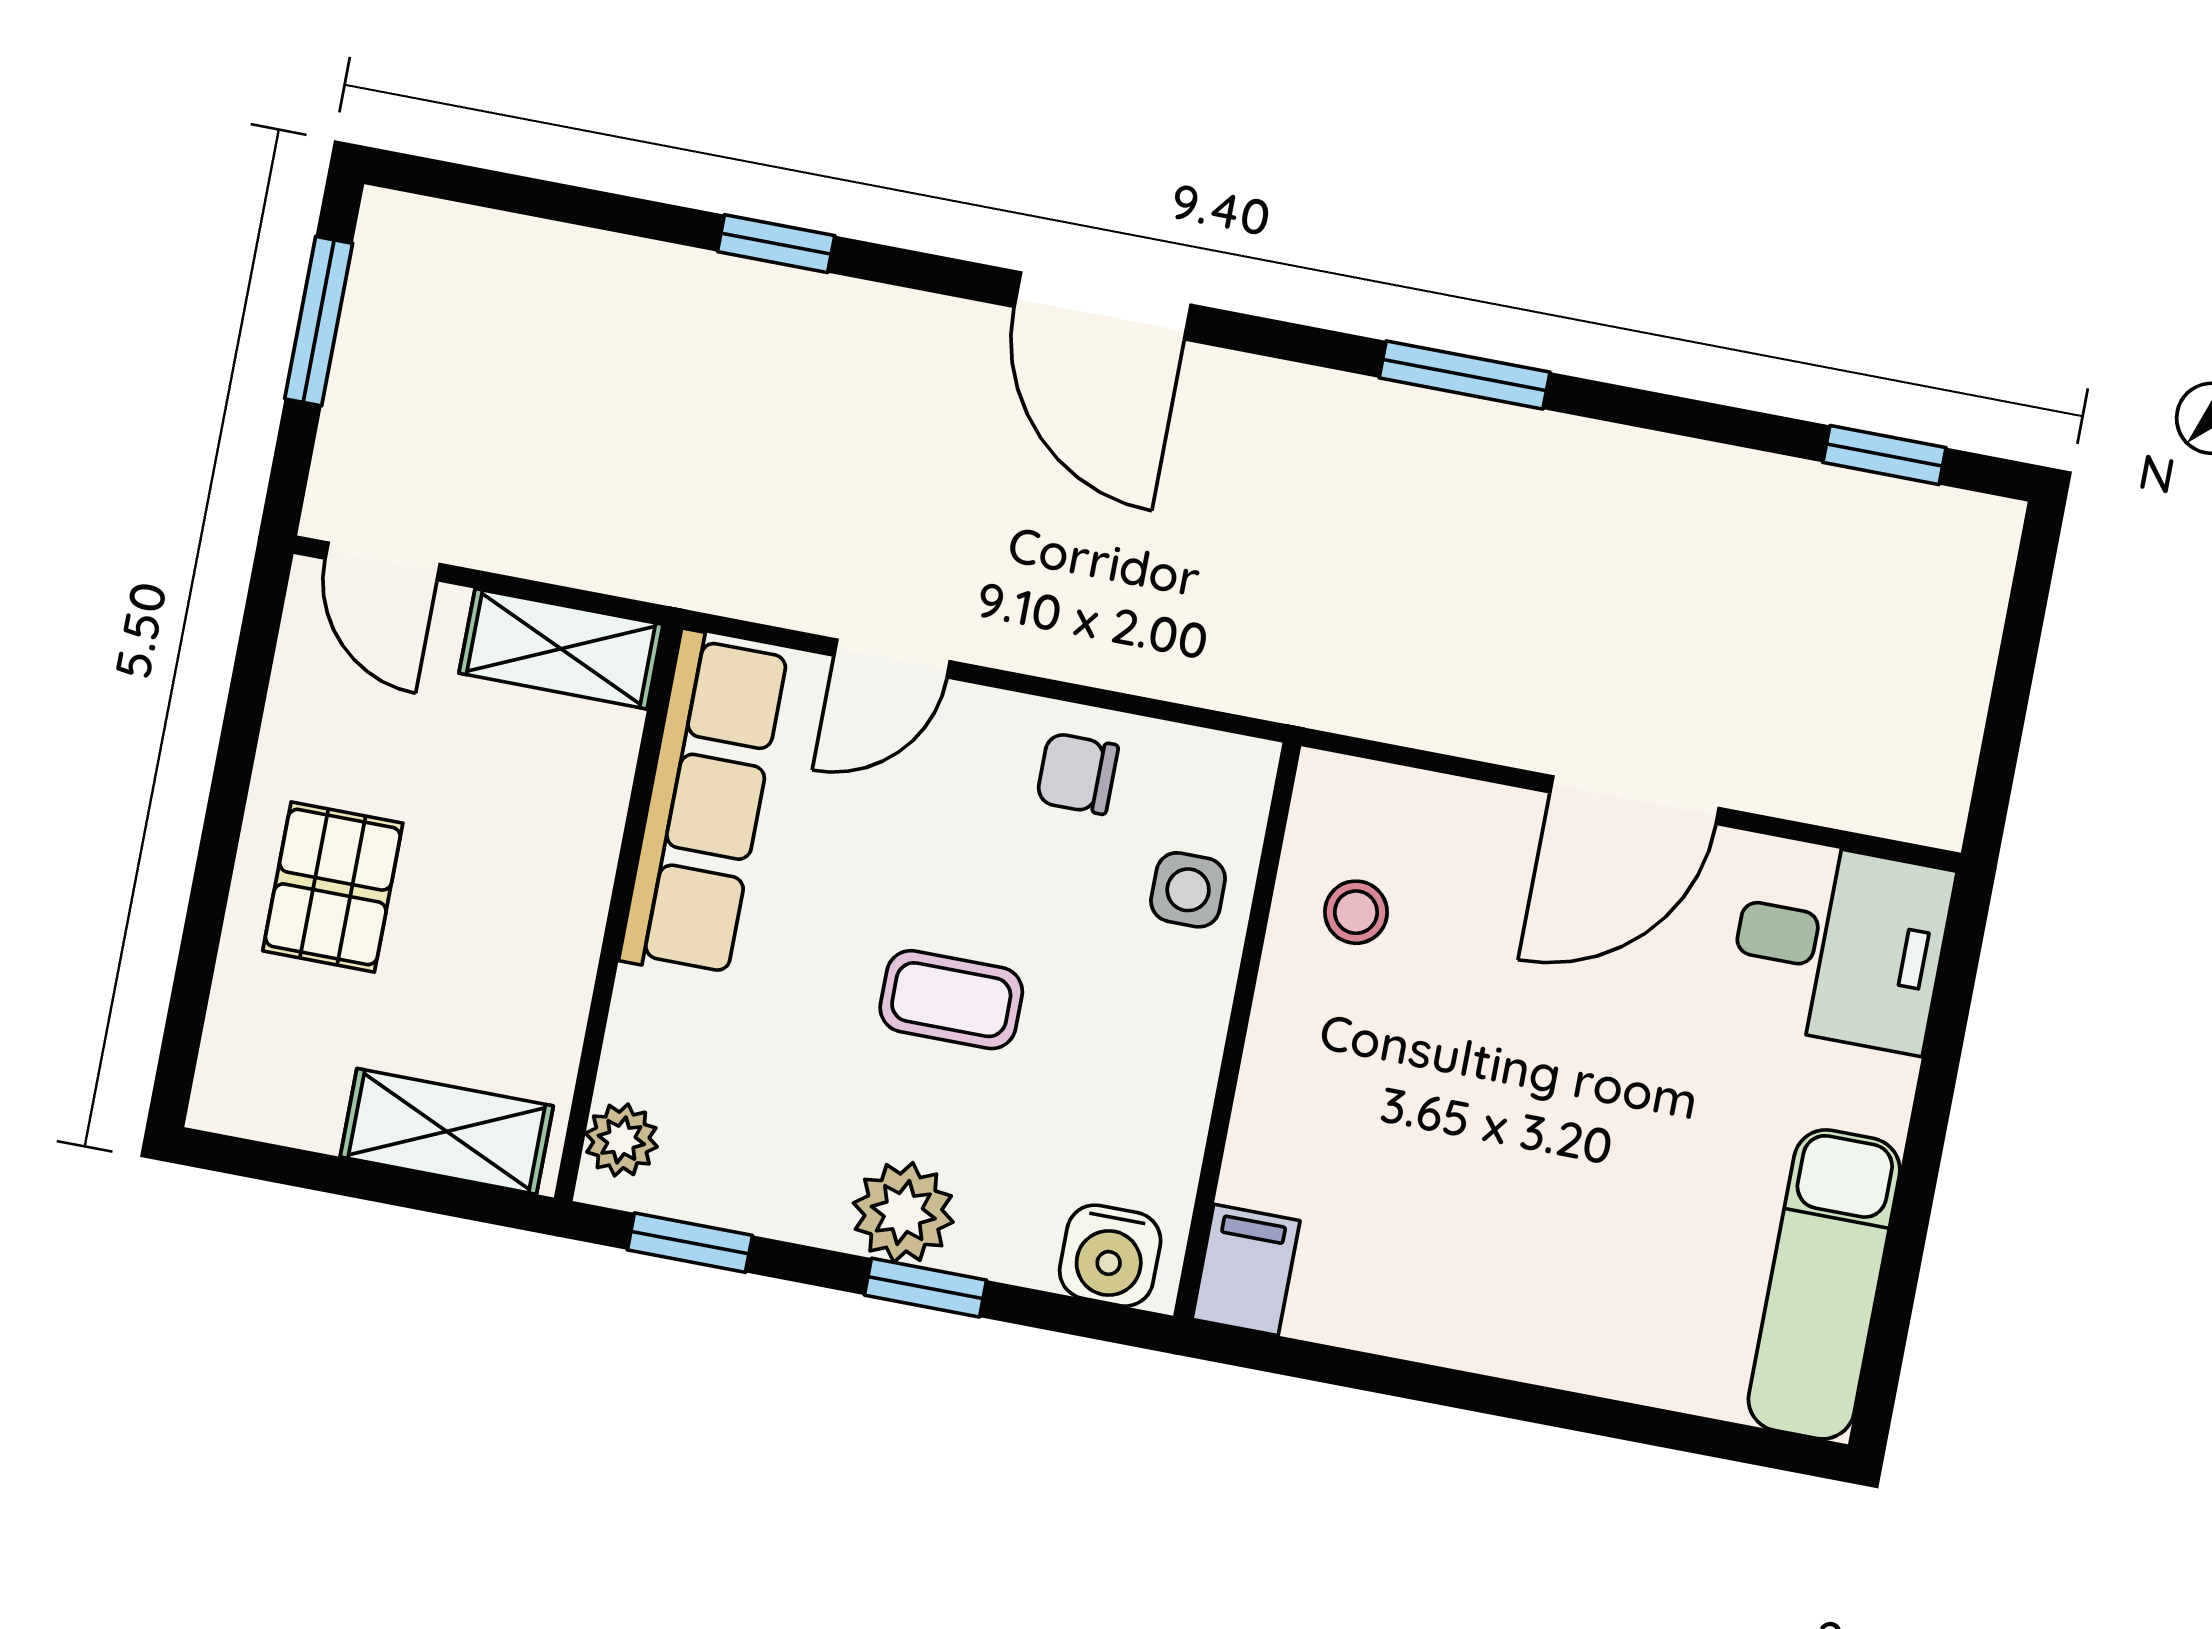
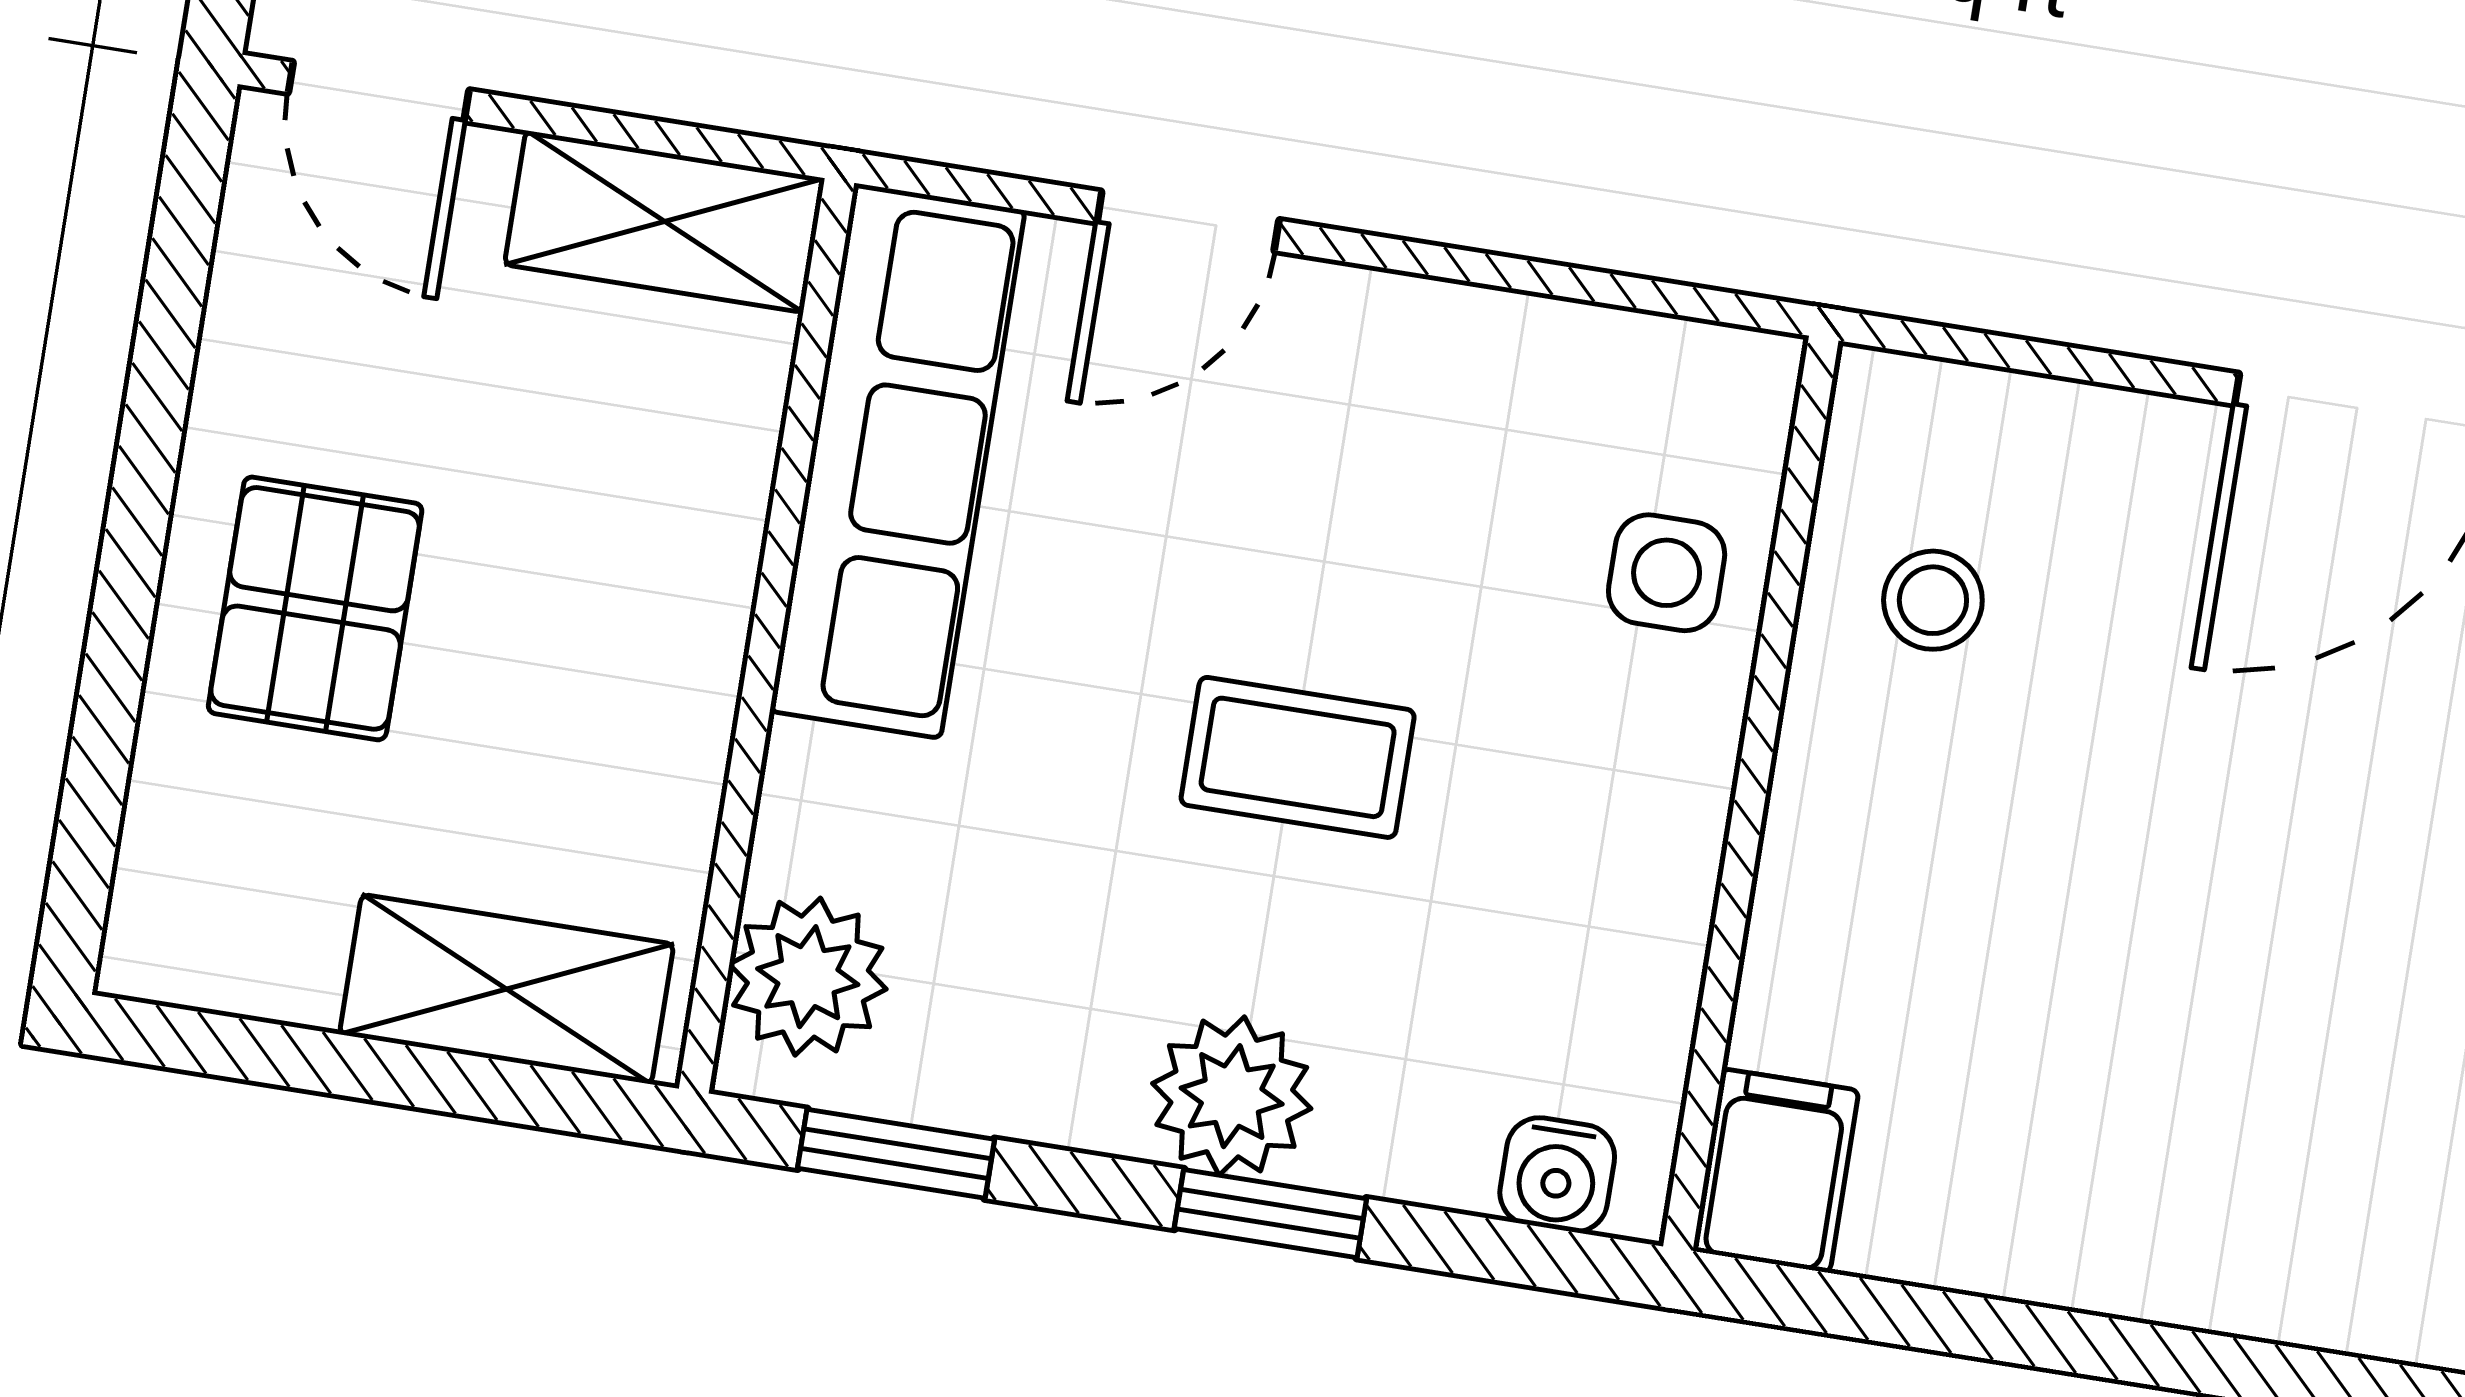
chair: (1077, 773) -> (1486, 394), removed
plant: (621, 1140) -> (808, 977), width x1.38, depth x1.38
water cooler: (1110, 1256) -> (1557, 1175), width x0.72, depth x0.72

